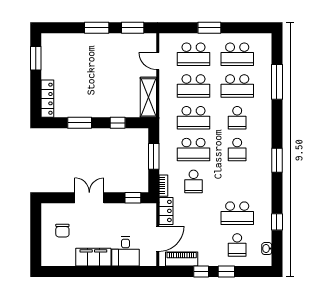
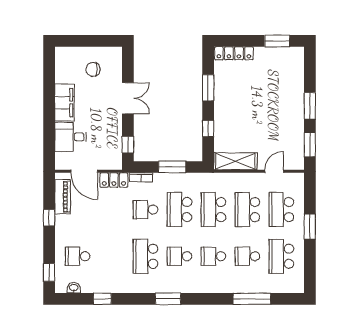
school desk: (237, 86) -> (247, 256), width x0.54
school desk: (237, 213) -> (145, 256), moved
window: (226, 272) -> (49, 273), moved

